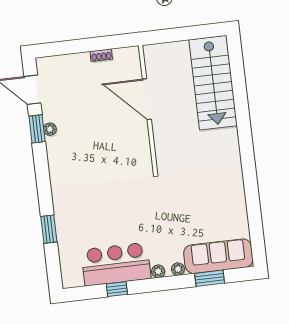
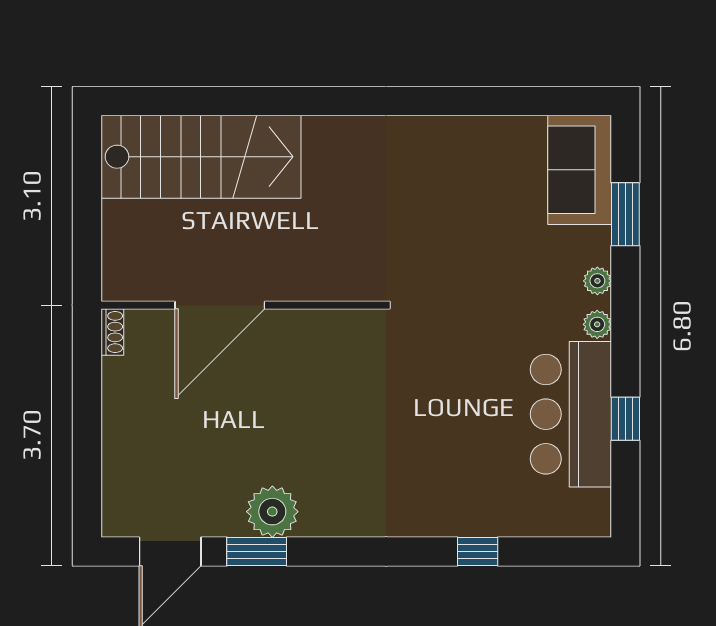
shoe rack: (101, 55) -> (112, 332), moved
plant: (50, 129) -> (272, 512), width x1.88, depth x1.88
window: (49, 229) -> (478, 551), width x0.67
sofa: (218, 256) -> (580, 170), width x0.73

